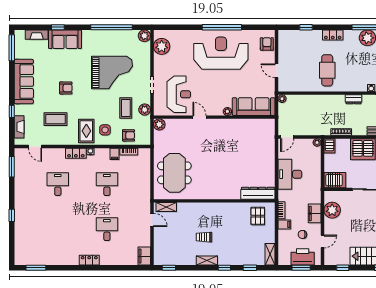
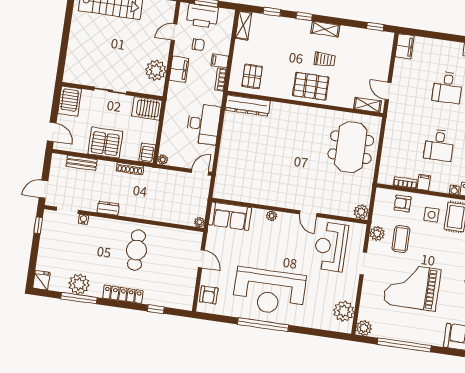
locker: (333, 35) -> (123, 294), width x1.53
sofa: (254, 107) -> (230, 216), width x0.73
pallet: (212, 215) -> (311, 86), added

